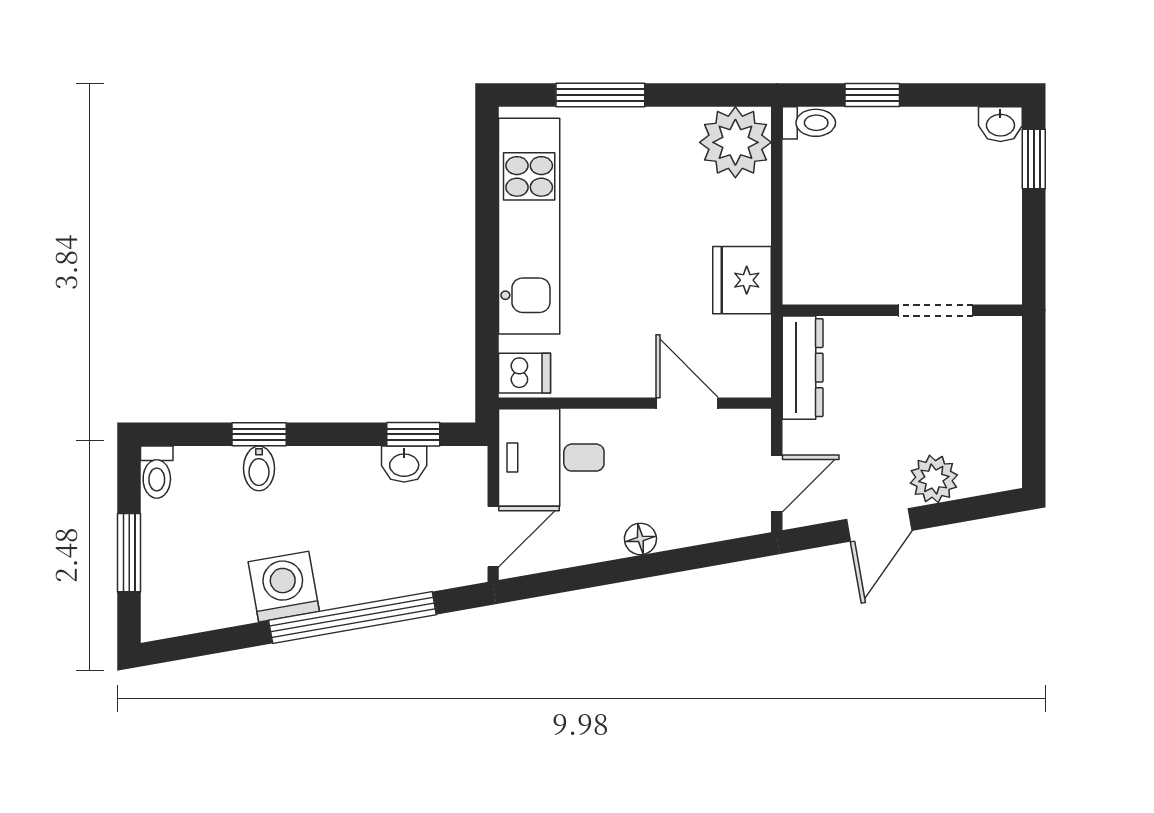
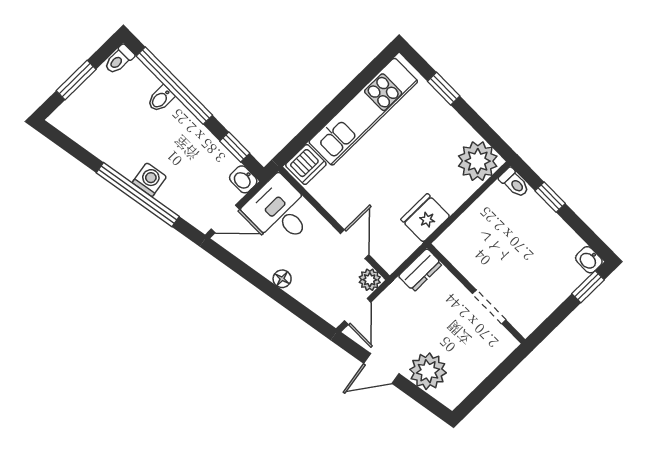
window: (600, 95) -> (444, 89), width x0.67
dresser: (803, 368) -> (420, 270), width x0.70
dishwasher: (525, 373) -> (306, 165), width x1.38
plant: (751, 428) -> (370, 280), added
window: (259, 434) -> (174, 86), width x3.17
washbasin: (404, 464) -> (243, 179), moved
plant: (934, 479) -> (428, 371), width x1.36, depth x1.36
door: (777, 484) -> (358, 311), hinge flipped
washing machine: (284, 587) -> (149, 180), moved, width x0.73, depth x0.73

